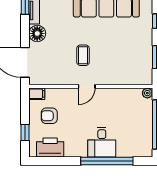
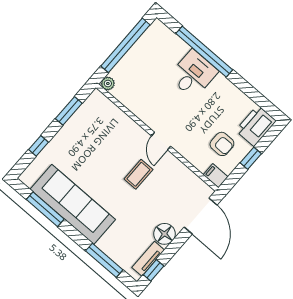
door: (87, 86) -> (161, 141), swing flipped
window: (25, 133) -> (251, 158), moved
printer: (50, 148) -> (256, 126), moved, turned 90

